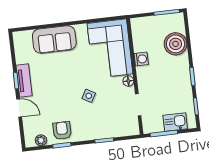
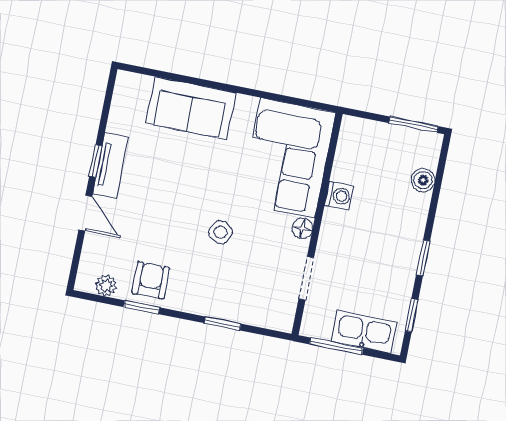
boiler: (176, 44) -> (423, 180), width x0.54, depth x0.54
kitchen sink: (175, 122) -> (364, 332), width x1.38

